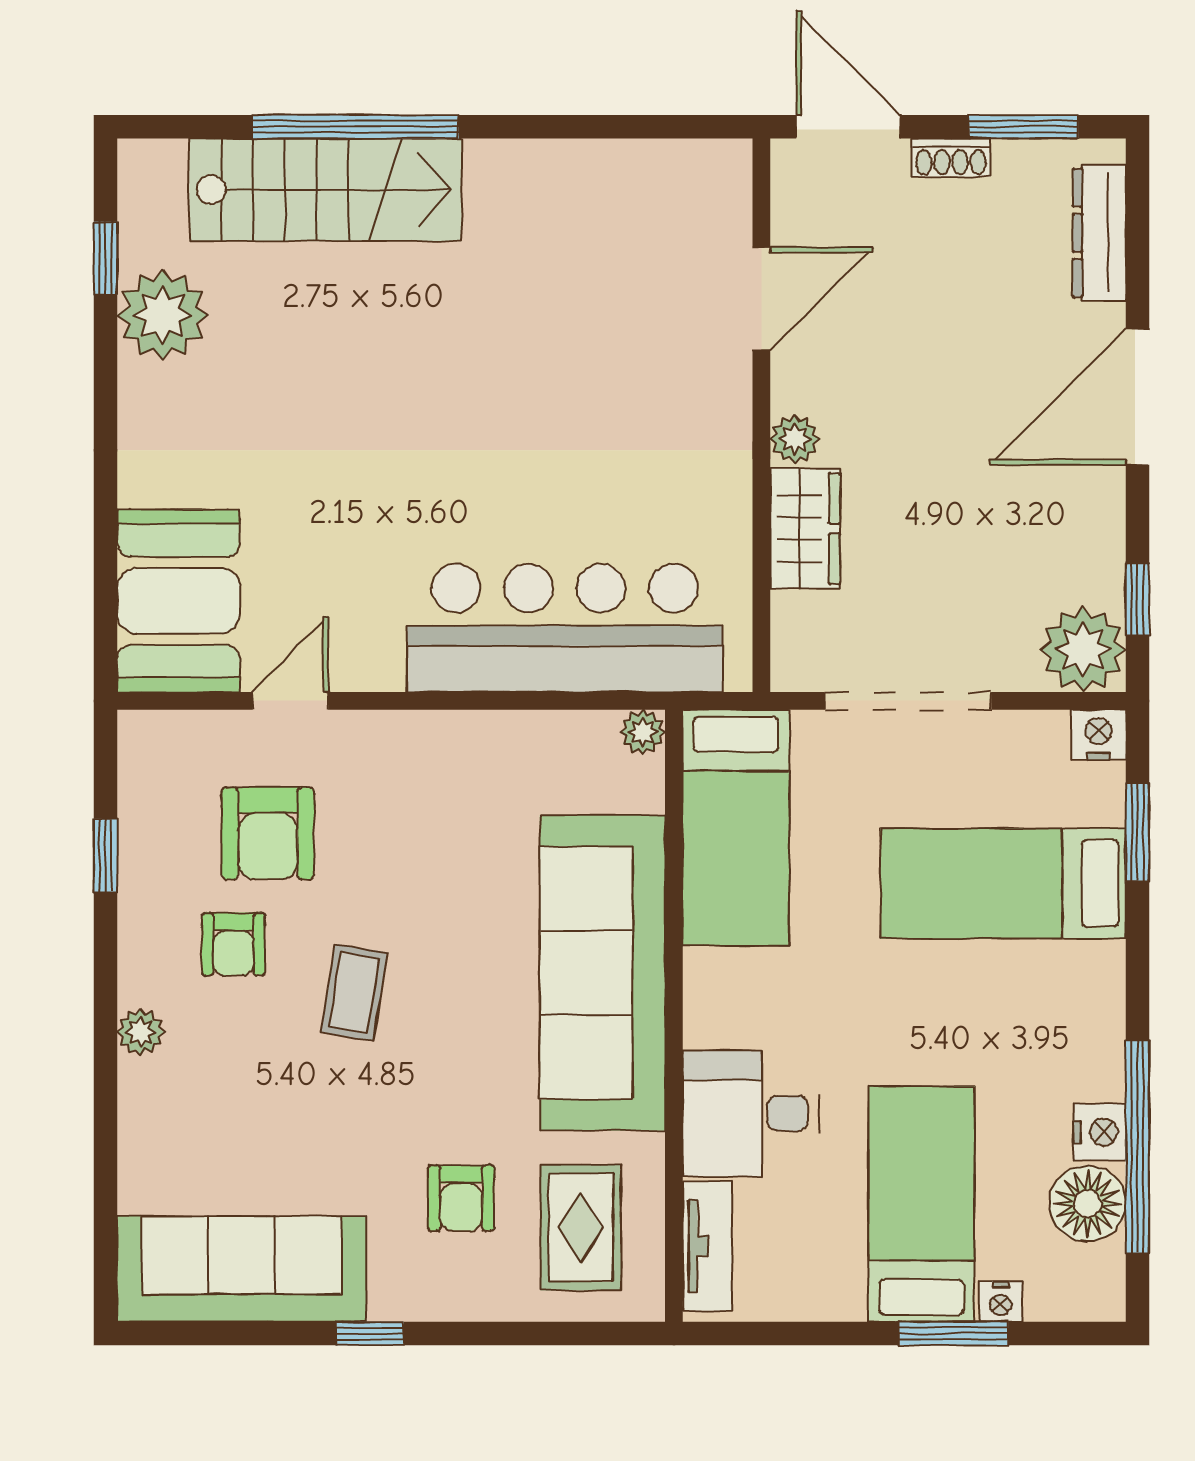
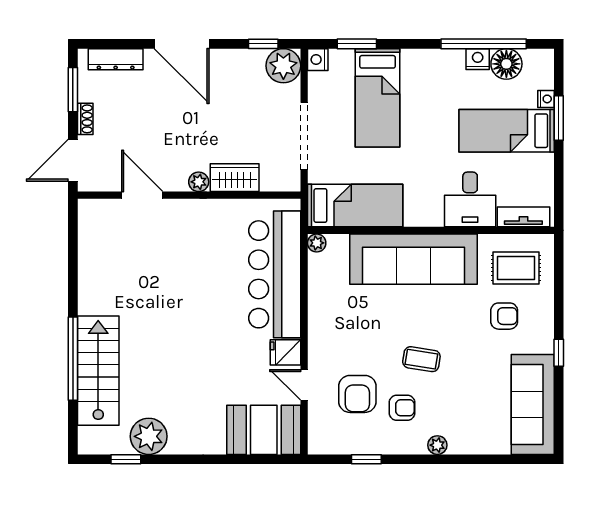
fridge: (371, 655) -> (285, 352), added
armchair: (268, 833) -> (357, 394), turned 90

